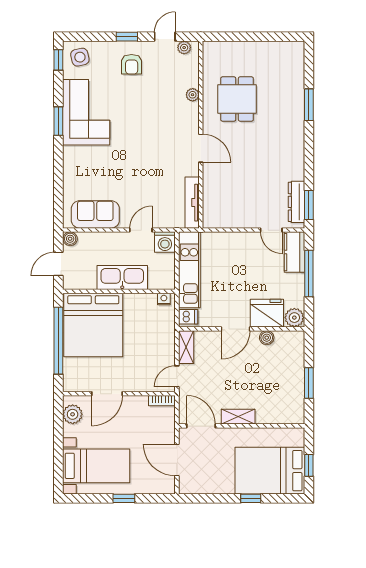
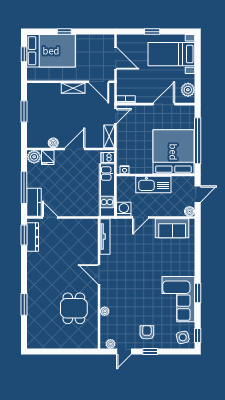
fridge: (267, 313) -> (48, 157), width x0.53, depth x0.75

